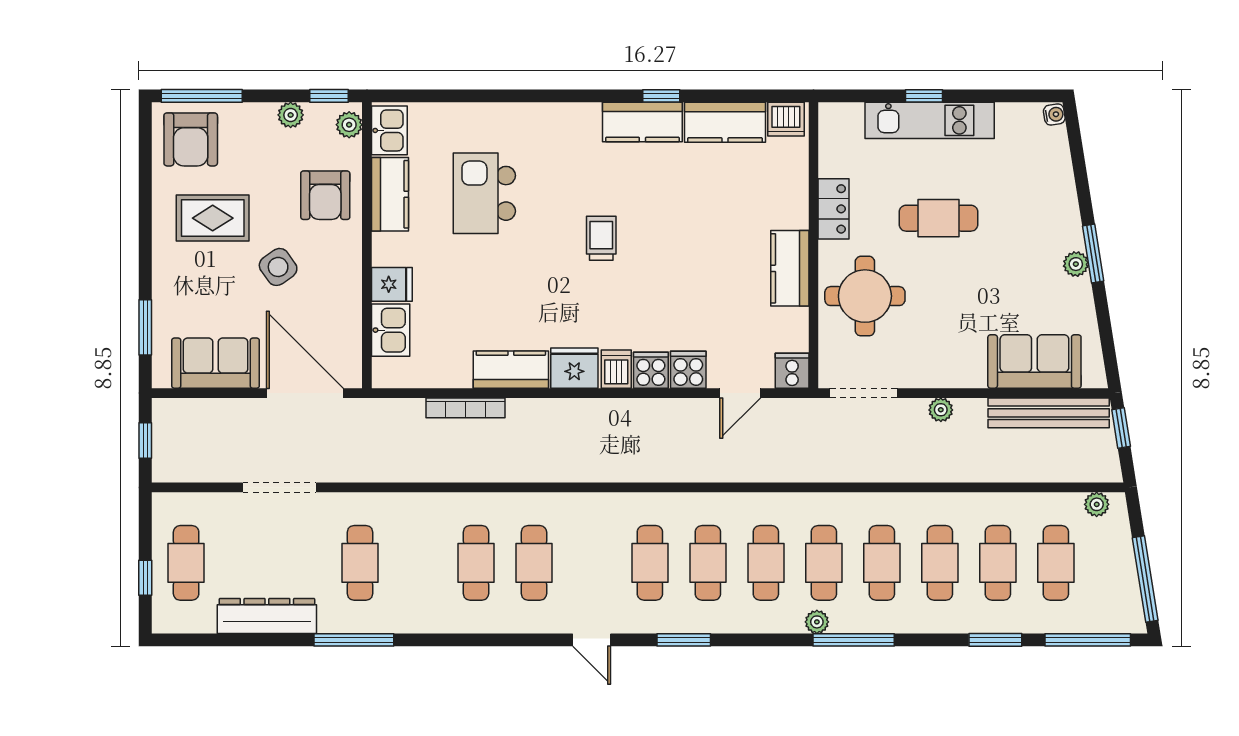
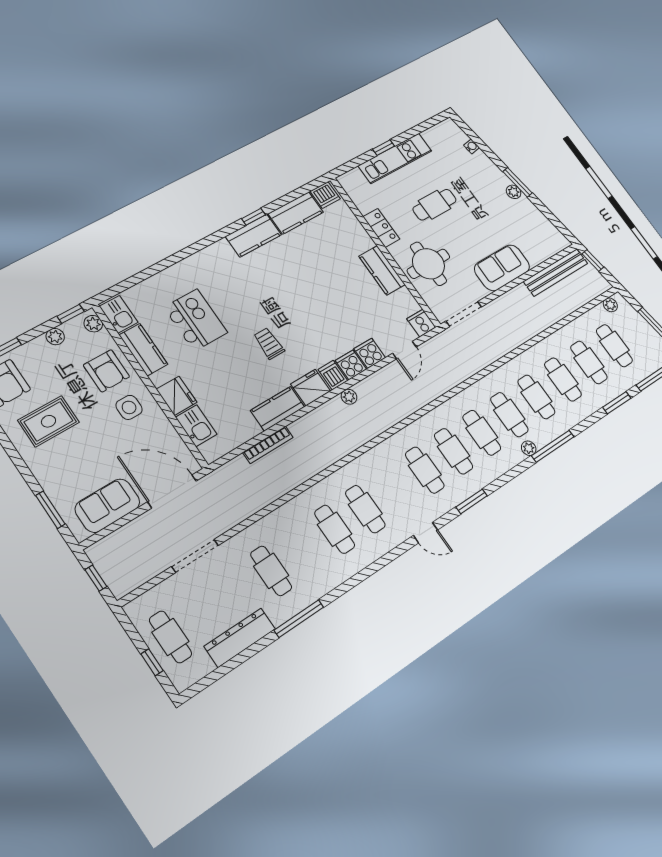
water cooler: (1054, 114) -> (471, 146), moved
kitchen island: (484, 193) -> (196, 320), turned 180
trolley: (601, 238) -> (269, 343), moved
side table: (278, 267) -> (129, 407), moved, turned 35
fridge: (392, 284) -> (177, 396), width x1.38
sofa: (1034, 361) -> (502, 268), moved
plant: (941, 410) -> (349, 397), moved

